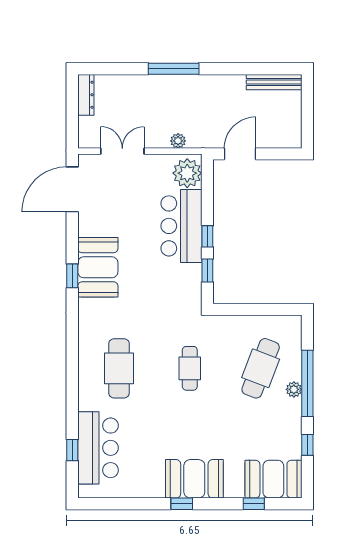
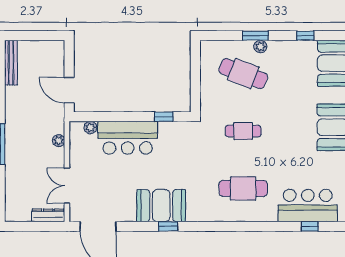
dresser: (86, 95) -> (48, 215), moved
plant: (187, 173) -> (90, 128), width x0.53, depth x0.53
window: (207, 236) -> (136, 117), removed
window: (307, 383) -> (255, 36), width x0.47

